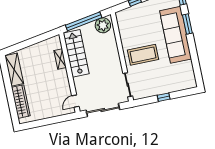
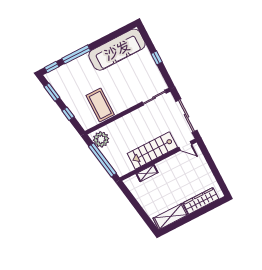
window: (187, 24) -> (76, 54), width x1.44
sofa: (176, 35) -> (117, 50), moved
stairs: (76, 53) -> (152, 150), moved
coffee table: (143, 55) -> (100, 105), moved

